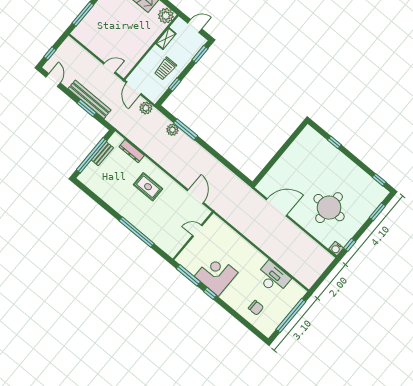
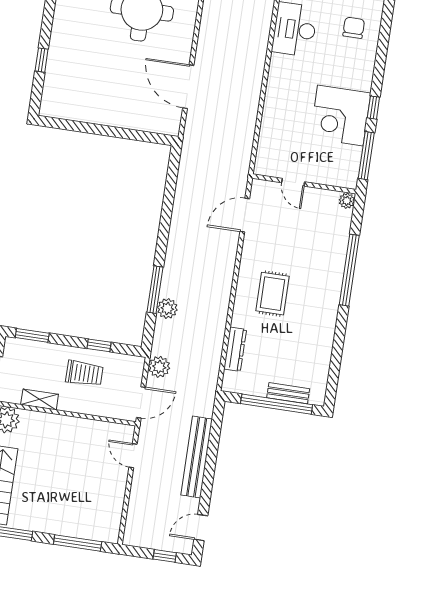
window: (87, 108) -> (212, 454), removed
bench: (102, 154) -> (288, 393), moved
plant: (172, 252) -> (347, 201), added

